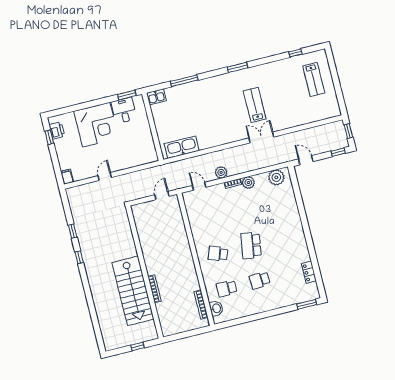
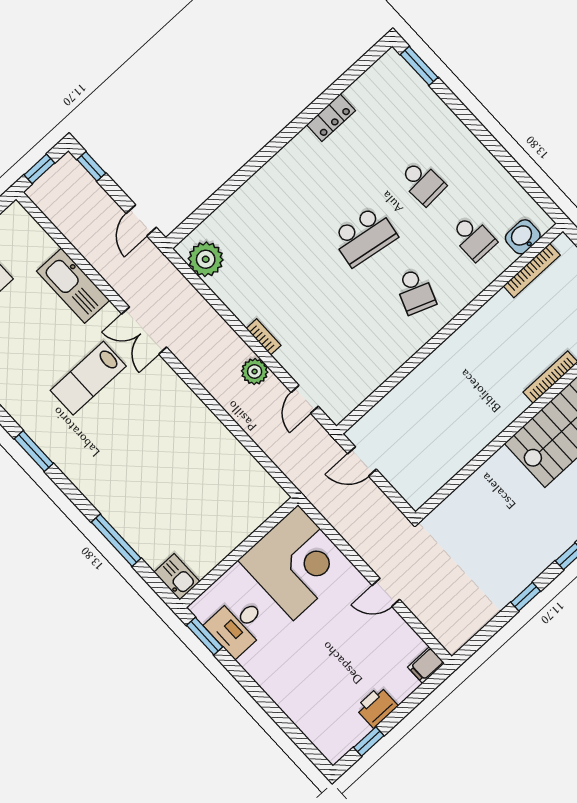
corner desk: (96, 125) -> (296, 563), moved, turned 90
printer: (57, 130) -> (377, 707), moved
kitchen sink: (182, 147) -> (73, 286), moved
plant: (248, 183) -> (245, 308), removed
locker: (309, 272) -> (331, 118), moved

